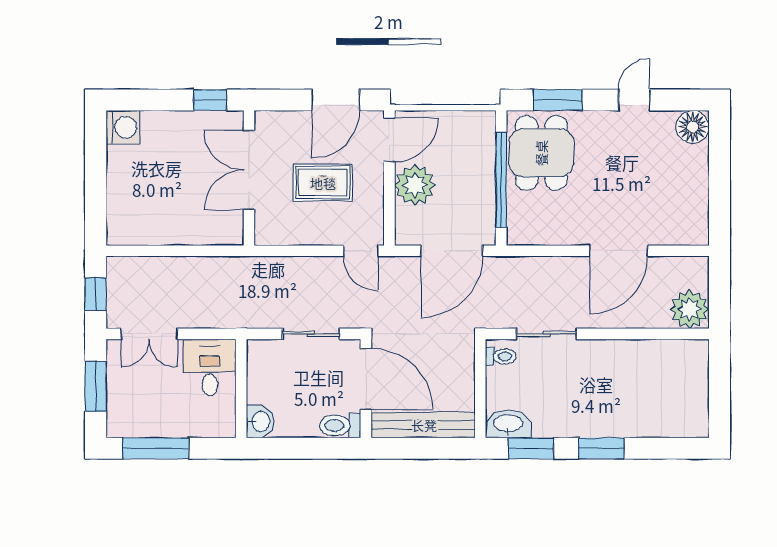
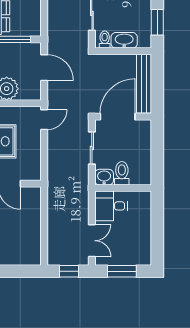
door: (452, 251) -> (44, 68), width x0.73
washbasin: (260, 422) -> (104, 177), moved
washbasin: (508, 424) -> (124, 40), moved, turned 90
toilet: (340, 425) -> (122, 173), moved, turned 180
window: (156, 448) -> (157, 237), removed

